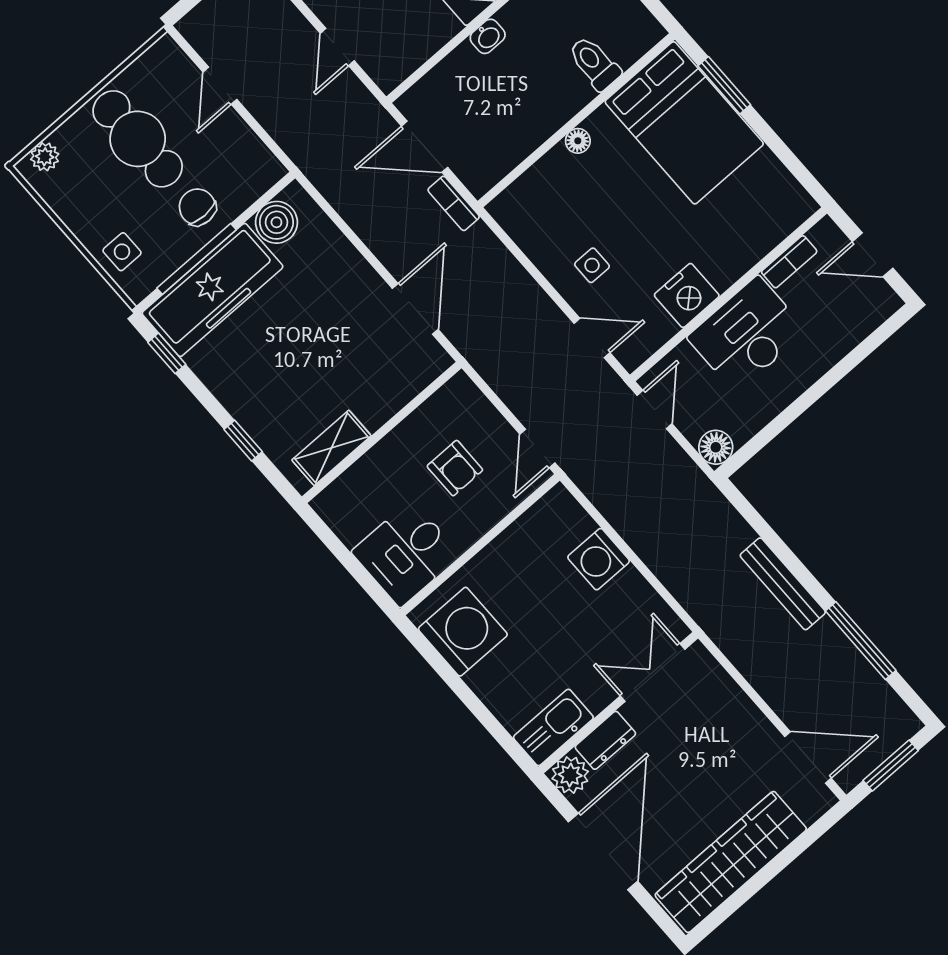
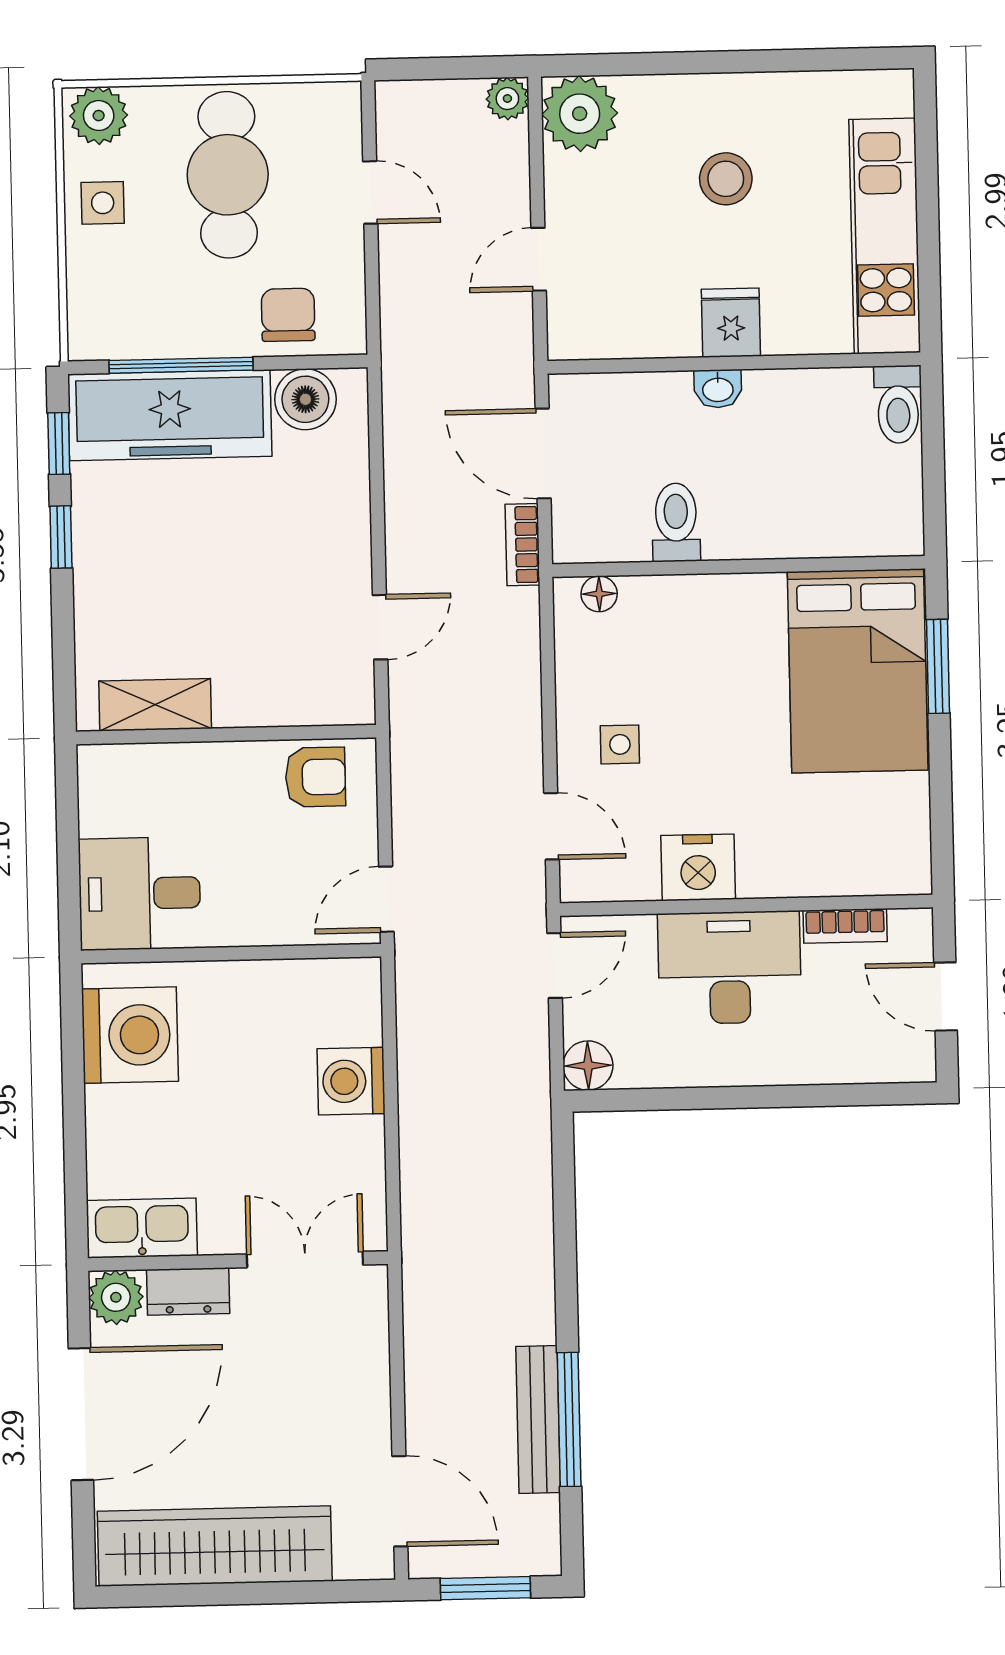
toilet: (594, 63) -> (676, 522), moved
door: (220, 86) -> (370, 192), swing flipped
floor lamp: (578, 141) -> (599, 594), moved
plant: (45, 157) -> (99, 116), width x1.38, depth x1.38
chair: (197, 207) -> (288, 315), moved
side table: (122, 252) -> (103, 203), moved
door: (415, 309) -> (380, 627), width x0.73
window: (243, 441) -> (61, 537), moved
armchair: (455, 468) -> (316, 777), moved, turned -90
bench: (783, 584) -> (538, 1420), moved

